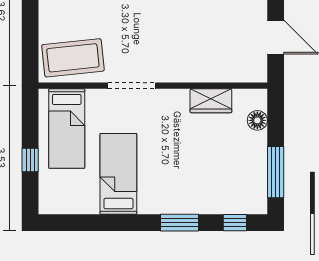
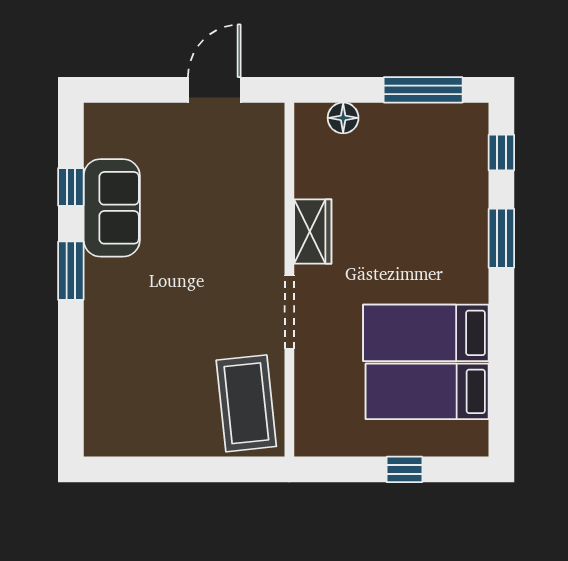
wardrobe: (211, 101) -> (313, 232), moved
bed: (67, 128) -> (427, 391), moved, turned 180

